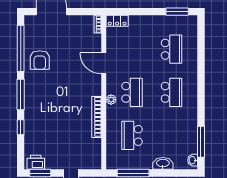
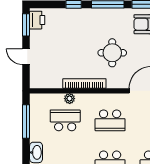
round table: (67, 90) -> (112, 53), added
plant: (111, 100) -> (70, 99), moved

